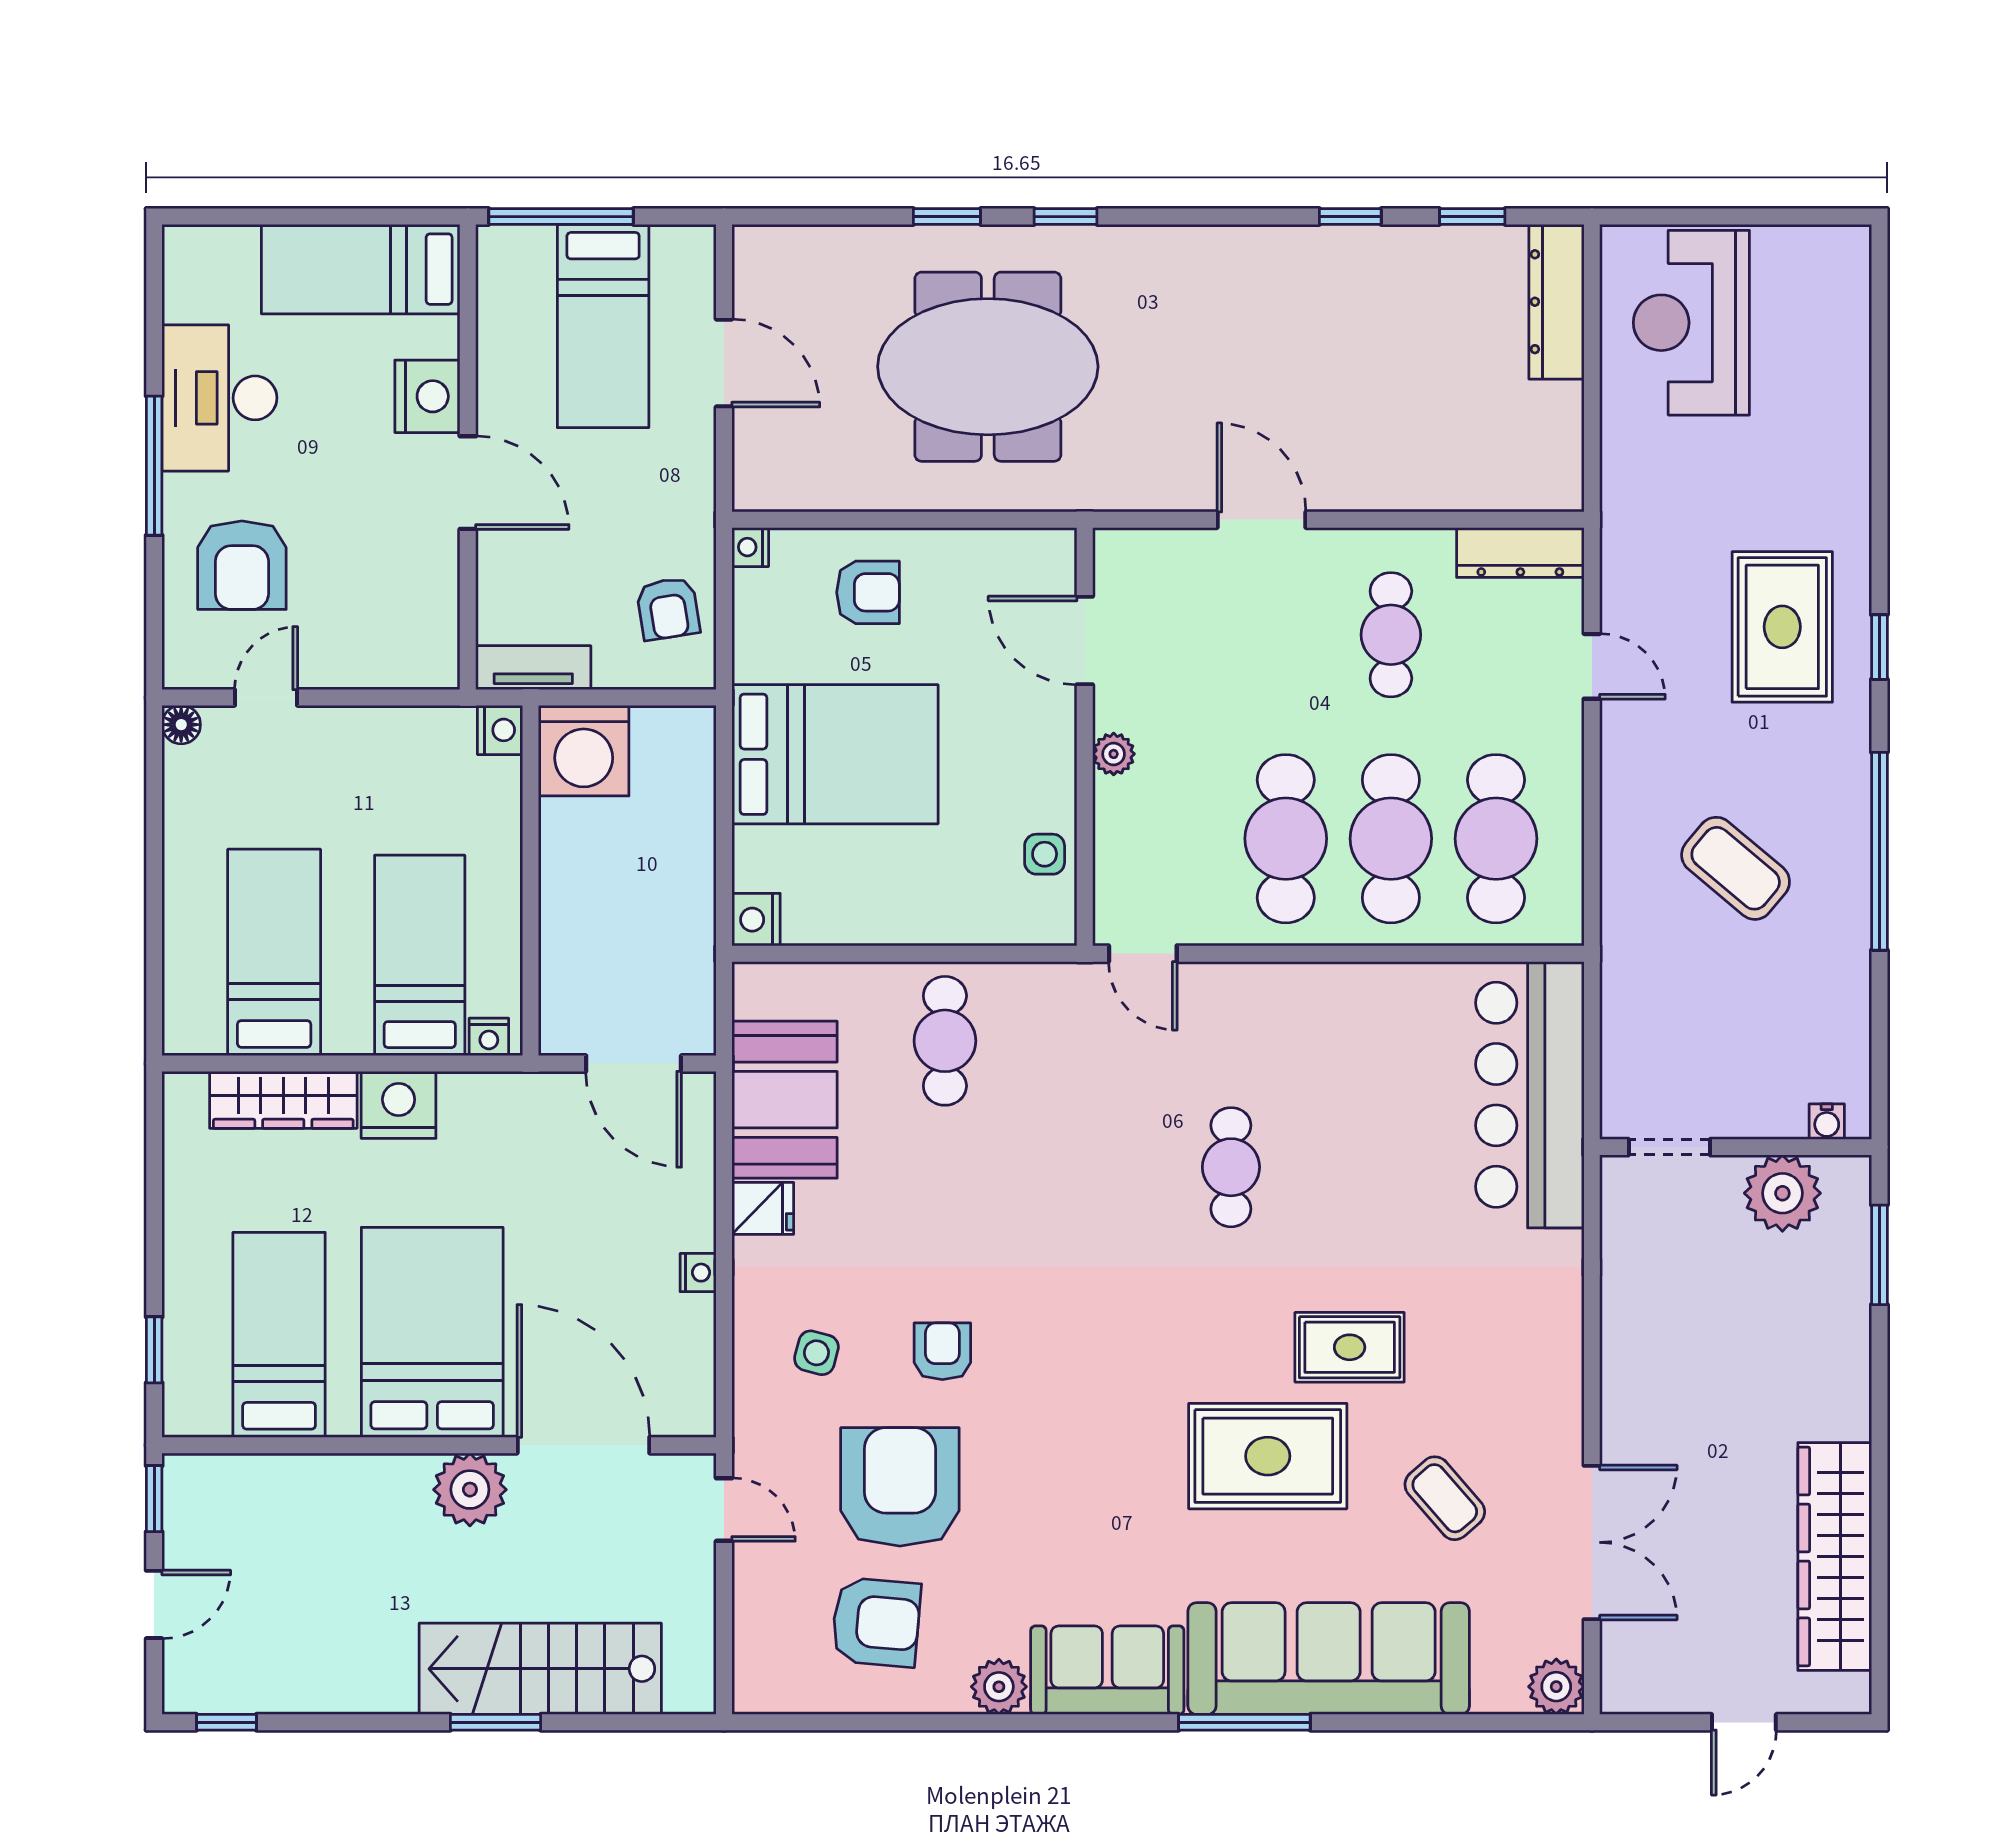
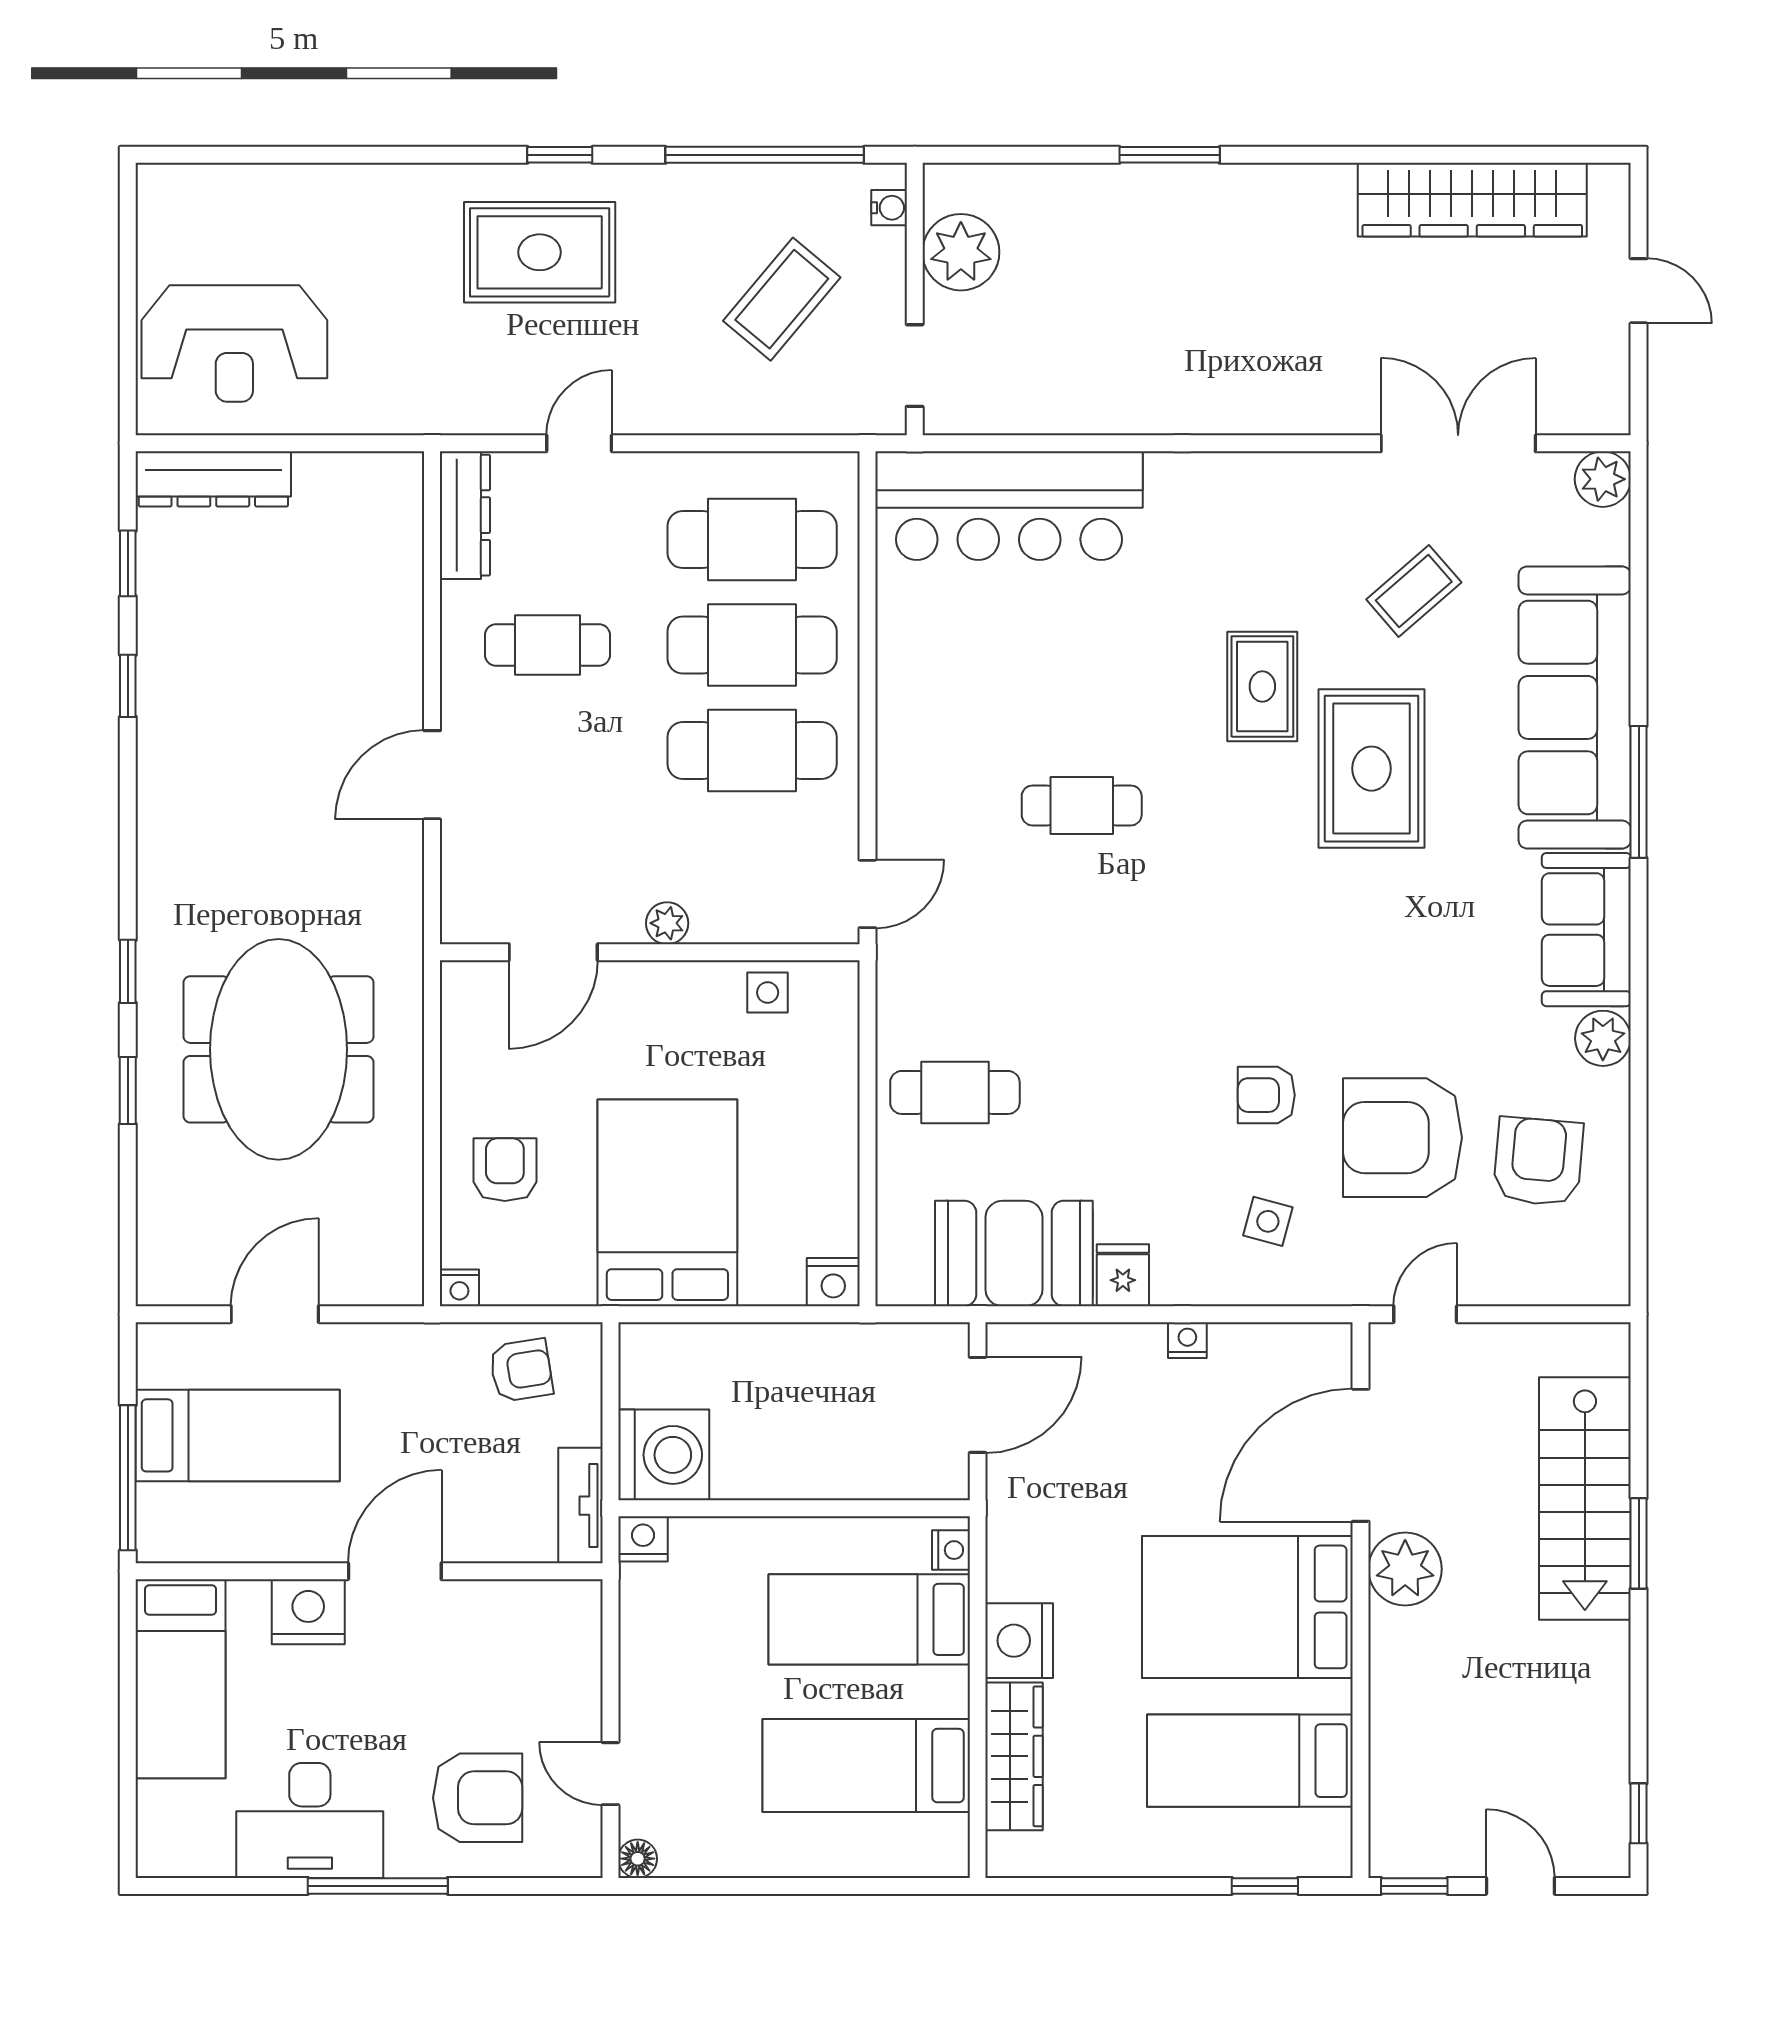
water cooler: (1827, 1122) -> (889, 208), moved
doorway: (1669, 1147) -> (915, 366), moved
wall: (1736, 1147) -> (915, 299), moved
plant: (1782, 1193) -> (961, 252), moved

